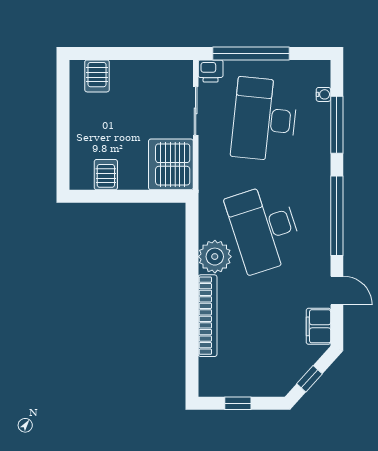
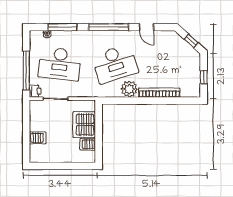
server rack: (97, 76) -> (38, 138), moved
server rack: (171, 164) -> (84, 125), moved, turned 90
door: (337, 290) -> (146, 27), swing flipped
filing cabinet: (318, 326) -> (165, 36), removed

